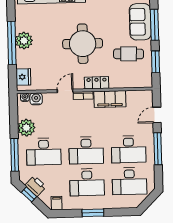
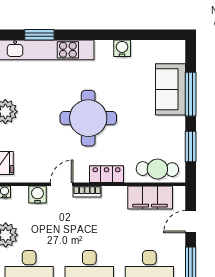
cafe table: (129, 54) -> (157, 169), moved
water cooler: (36, 99) -> (38, 195), moved
filing cabinet: (110, 99) -> (150, 198), moved

